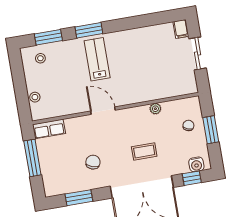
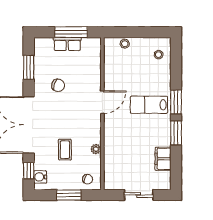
filing cabinet: (181, 29) -> (163, 159), moved, width x2.00
window: (48, 37) -> (176, 133), moved
lab bench: (97, 59) -> (149, 105), turned 180
chair: (188, 125) -> (88, 179), moved
row of seats: (49, 129) -> (67, 44), moved, turned -90
coffee table: (144, 151) -> (65, 150), moved

